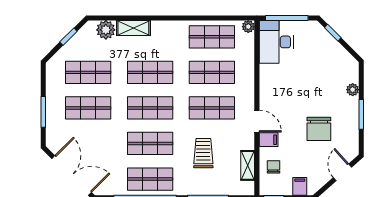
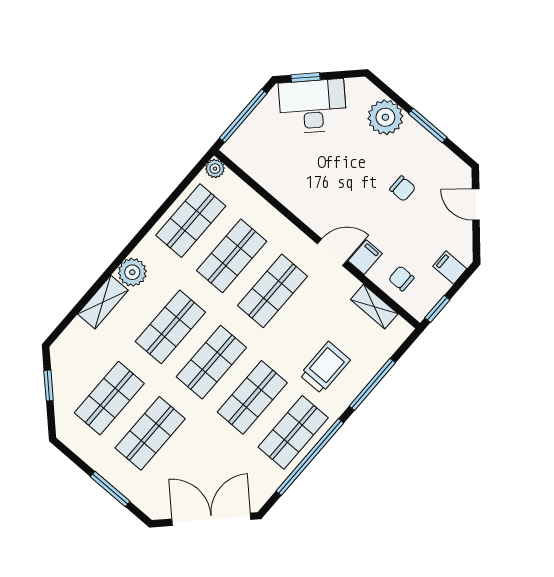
plant: (106, 30) -> (132, 272), moved
desk: (276, 42) -> (313, 106), moved, turned 135
plant: (353, 90) -> (385, 117), width x1.88, depth x1.88
chair: (319, 129) -> (403, 189), width x0.54, depth x0.54
trolley: (203, 153) -> (325, 368), moved, turned 90

